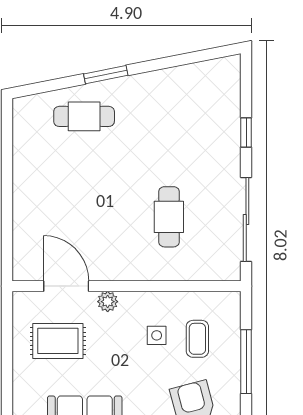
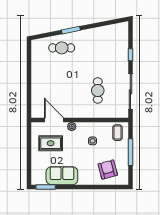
coffee table: (197, 339) -> (118, 133), moved

